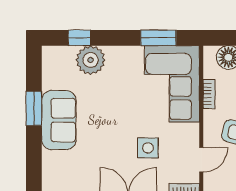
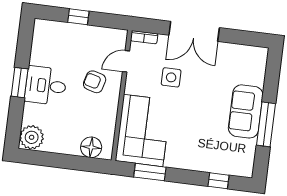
plant: (91, 60) -> (211, 160), removed
bookcase: (209, 94) -> (112, 118), removed
window: (34, 108) -> (266, 124), width x1.44

